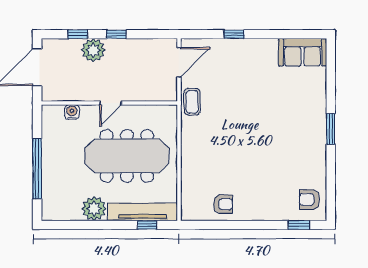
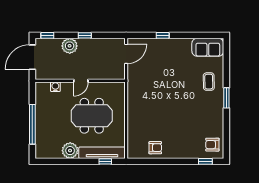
window: (78, 34) -> (47, 35), moved
coffee table: (192, 102) -> (209, 82), moved
meeting table: (127, 156) -> (92, 116), width x0.73

